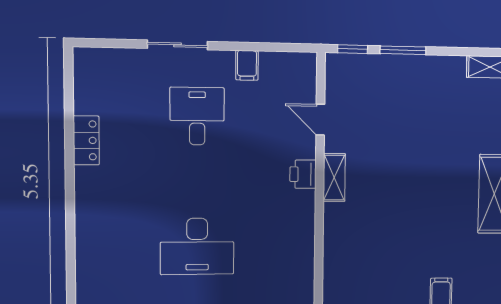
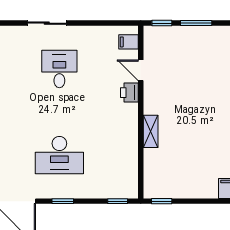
filing cabinet: (247, 65) -> (128, 42), moved, turned 90
printer: (303, 174) -> (129, 93), moved
shelving: (334, 178) -> (151, 131), moved

